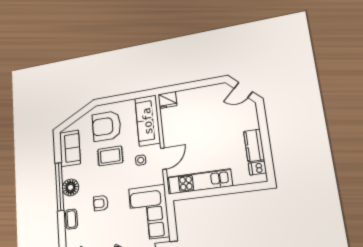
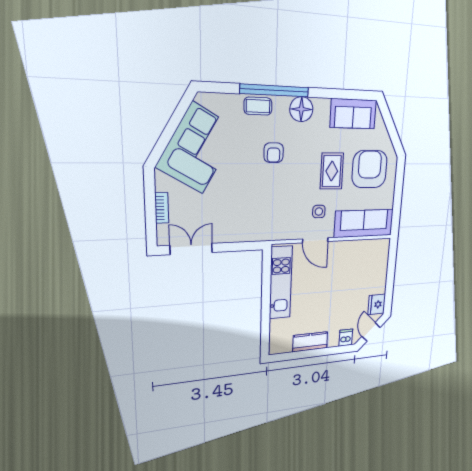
fridge: (167, 100) -> (377, 304), moved
dishwasher: (257, 168) -> (346, 338), moved
window: (59, 187) -> (275, 90), moved
armchair: (101, 203) -> (274, 153), turned 180
corner sofa: (149, 212) -> (252, 218), removed

